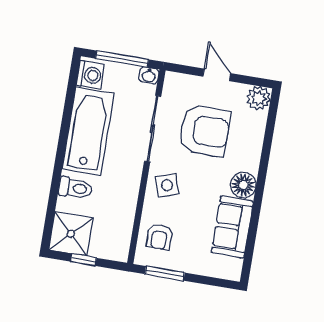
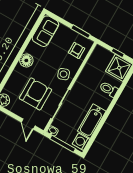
door: (217, 75) -> (28, 124), moved
bathtub: (88, 131) -> (92, 121), width x0.73, depth x0.73
armchair: (204, 131) -> (35, 94), turned 90
sofa: (232, 227) -> (45, 31), moved

